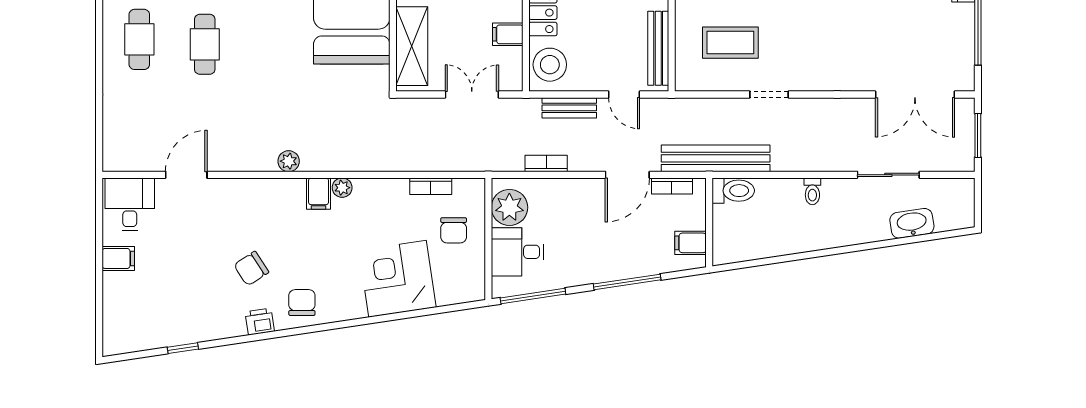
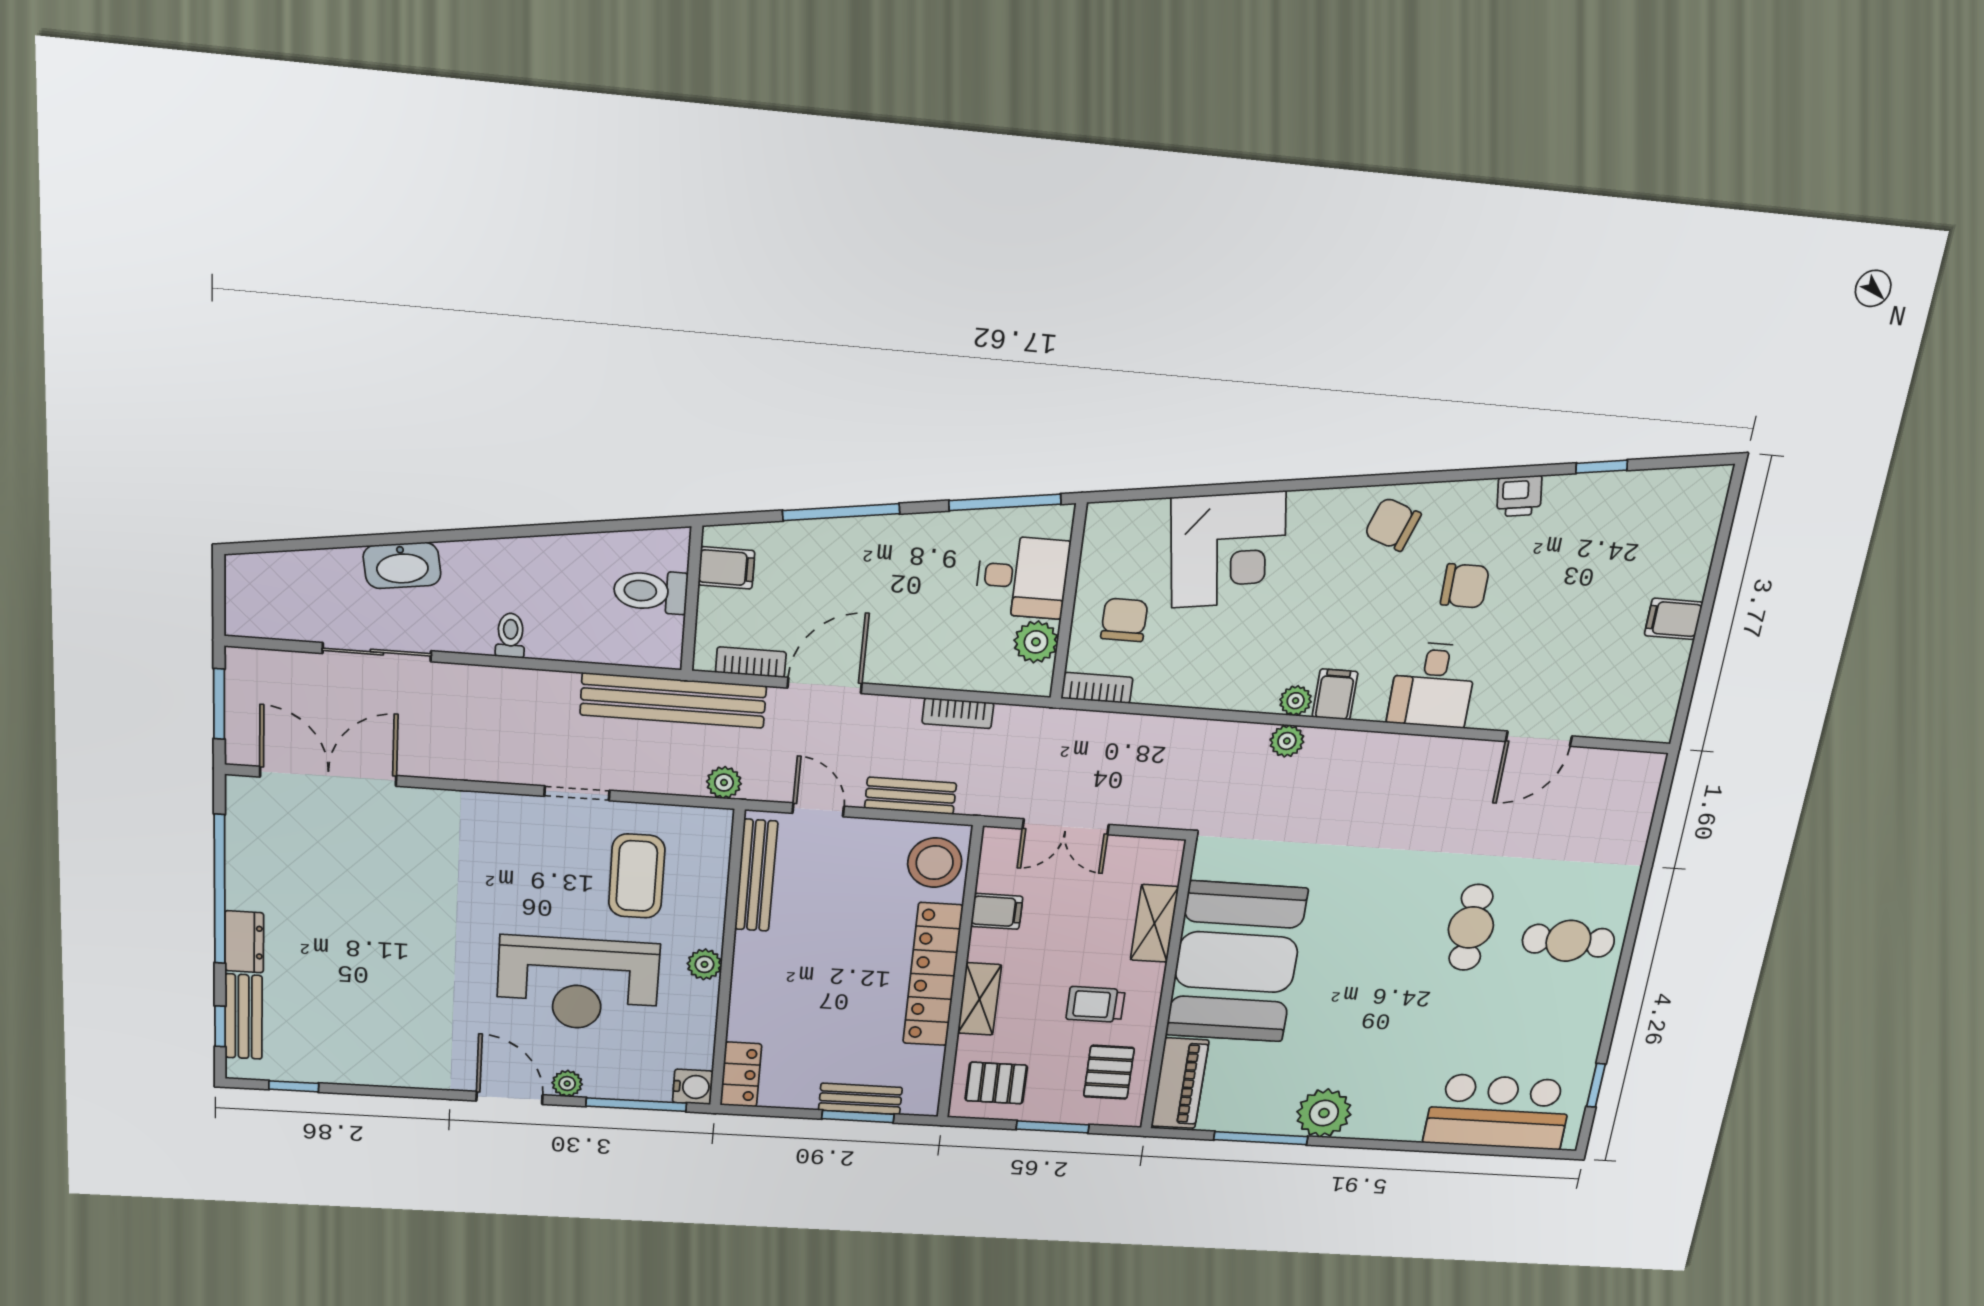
cafe table: (139, 39) -> (1568, 941), turned 90
coffee table: (730, 43) -> (637, 876), turned 90
shelving: (412, 46) -> (1154, 923), width x0.67, depth x0.75
plant: (682, 108) -> (724, 783), added
plant: (289, 161) -> (1287, 741), moved
bookcase: (431, 186) -> (1097, 688), moved
toilet: (733, 191) -> (651, 591), moved
desk: (130, 204) -> (1433, 685), moved
plant: (509, 207) -> (1036, 642), width x0.73, depth x0.73
washbasin: (912, 223) -> (402, 565), moved
chair: (251, 268) -> (1465, 586), turned 33
chair: (302, 303) -> (1393, 524), turned 109
printer: (260, 322) -> (1519, 496), moved

